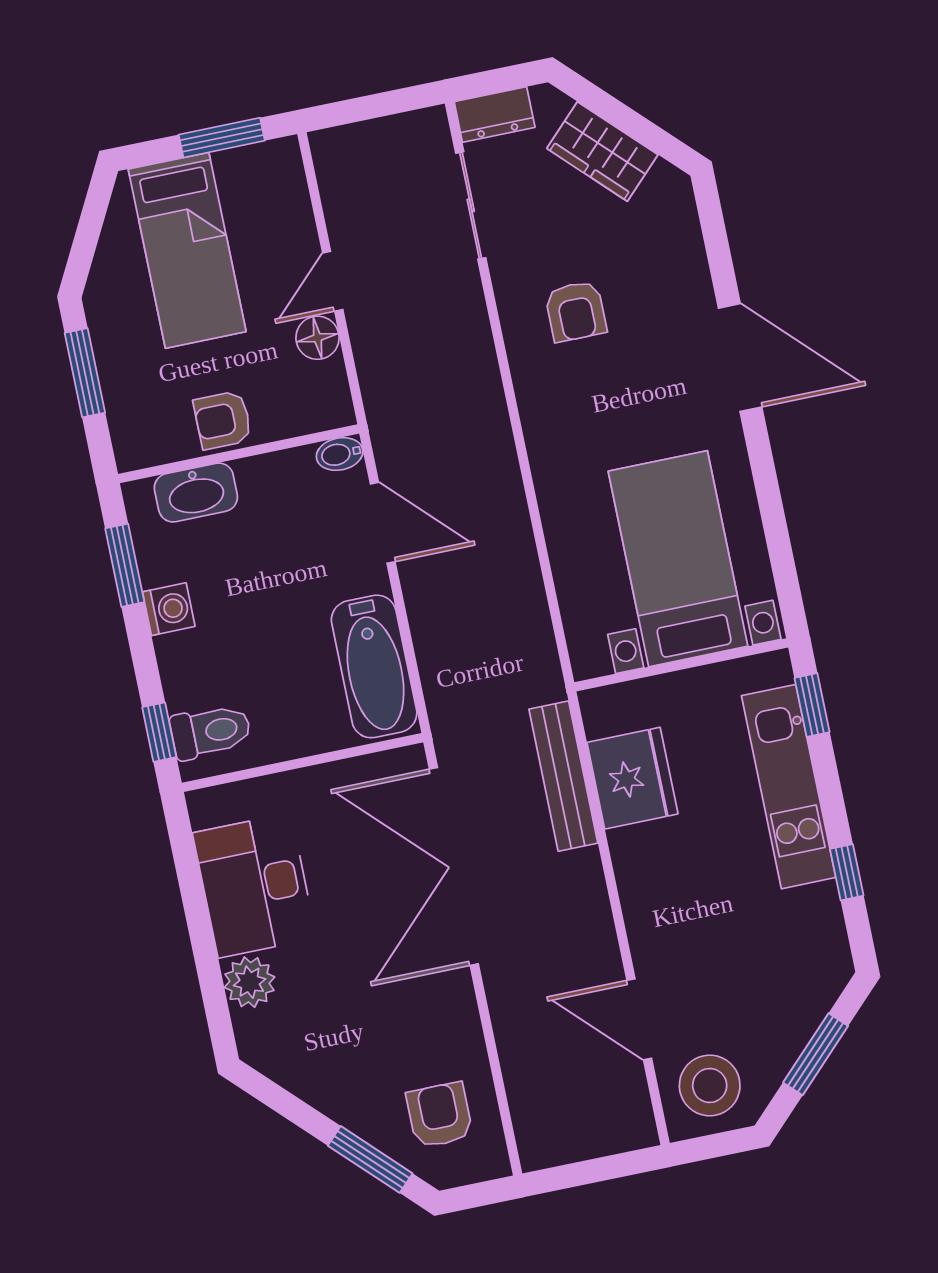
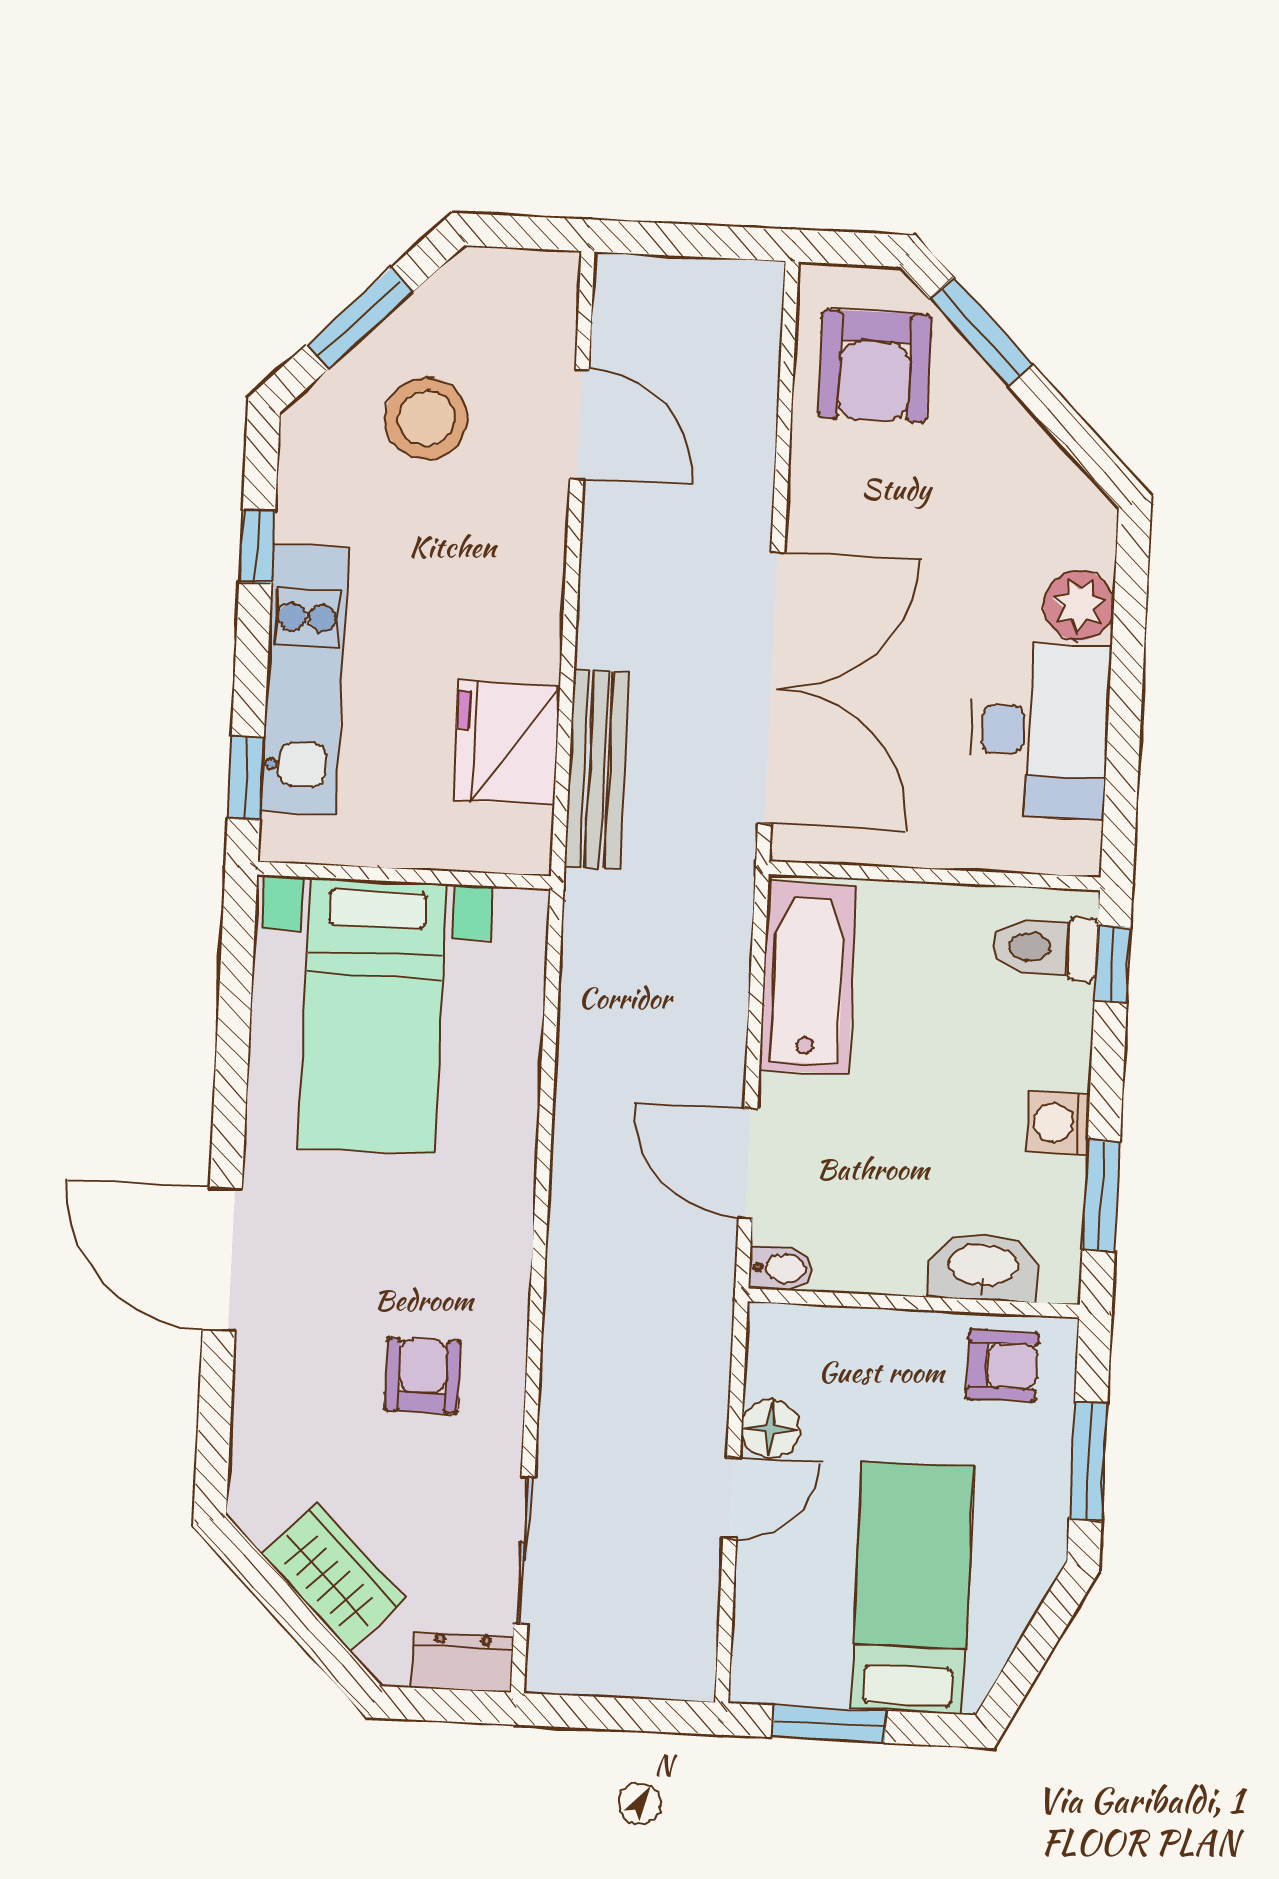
armchair: (223, 420) -> (1002, 1366), moved
stool: (710, 1085) -> (426, 418), moved
armchair: (439, 1115) -> (875, 366), width x1.38, depth x1.38

